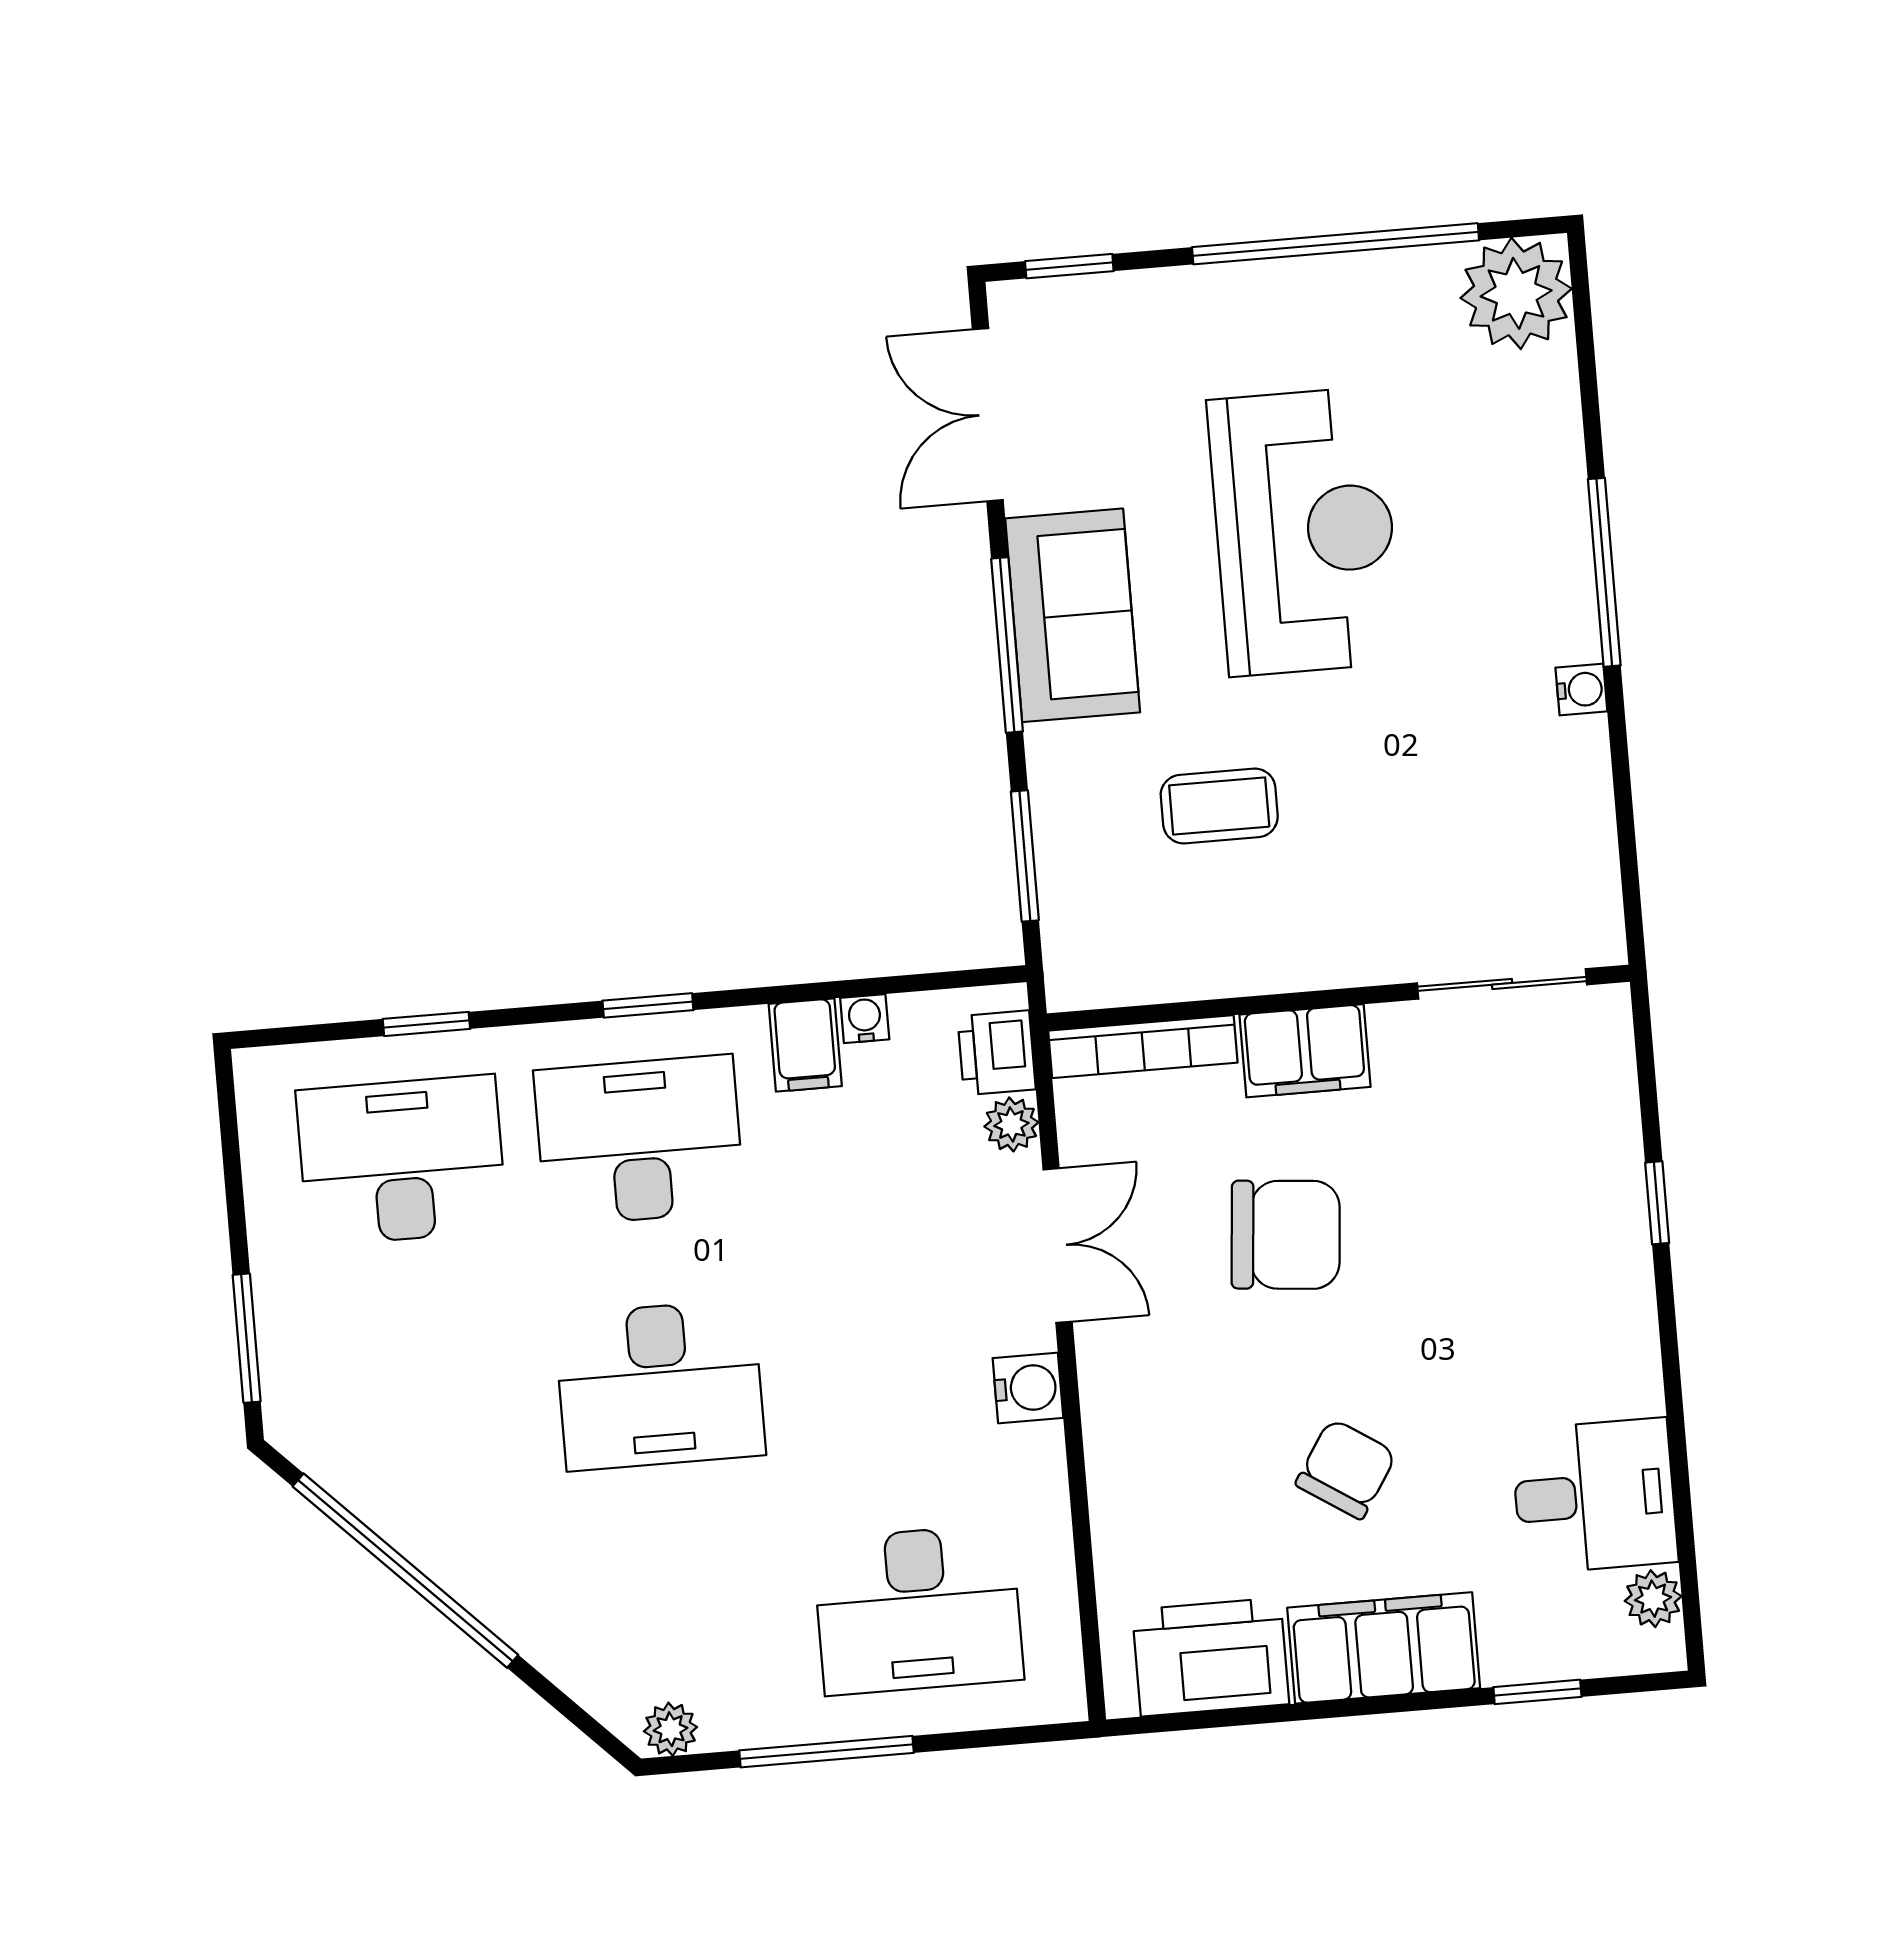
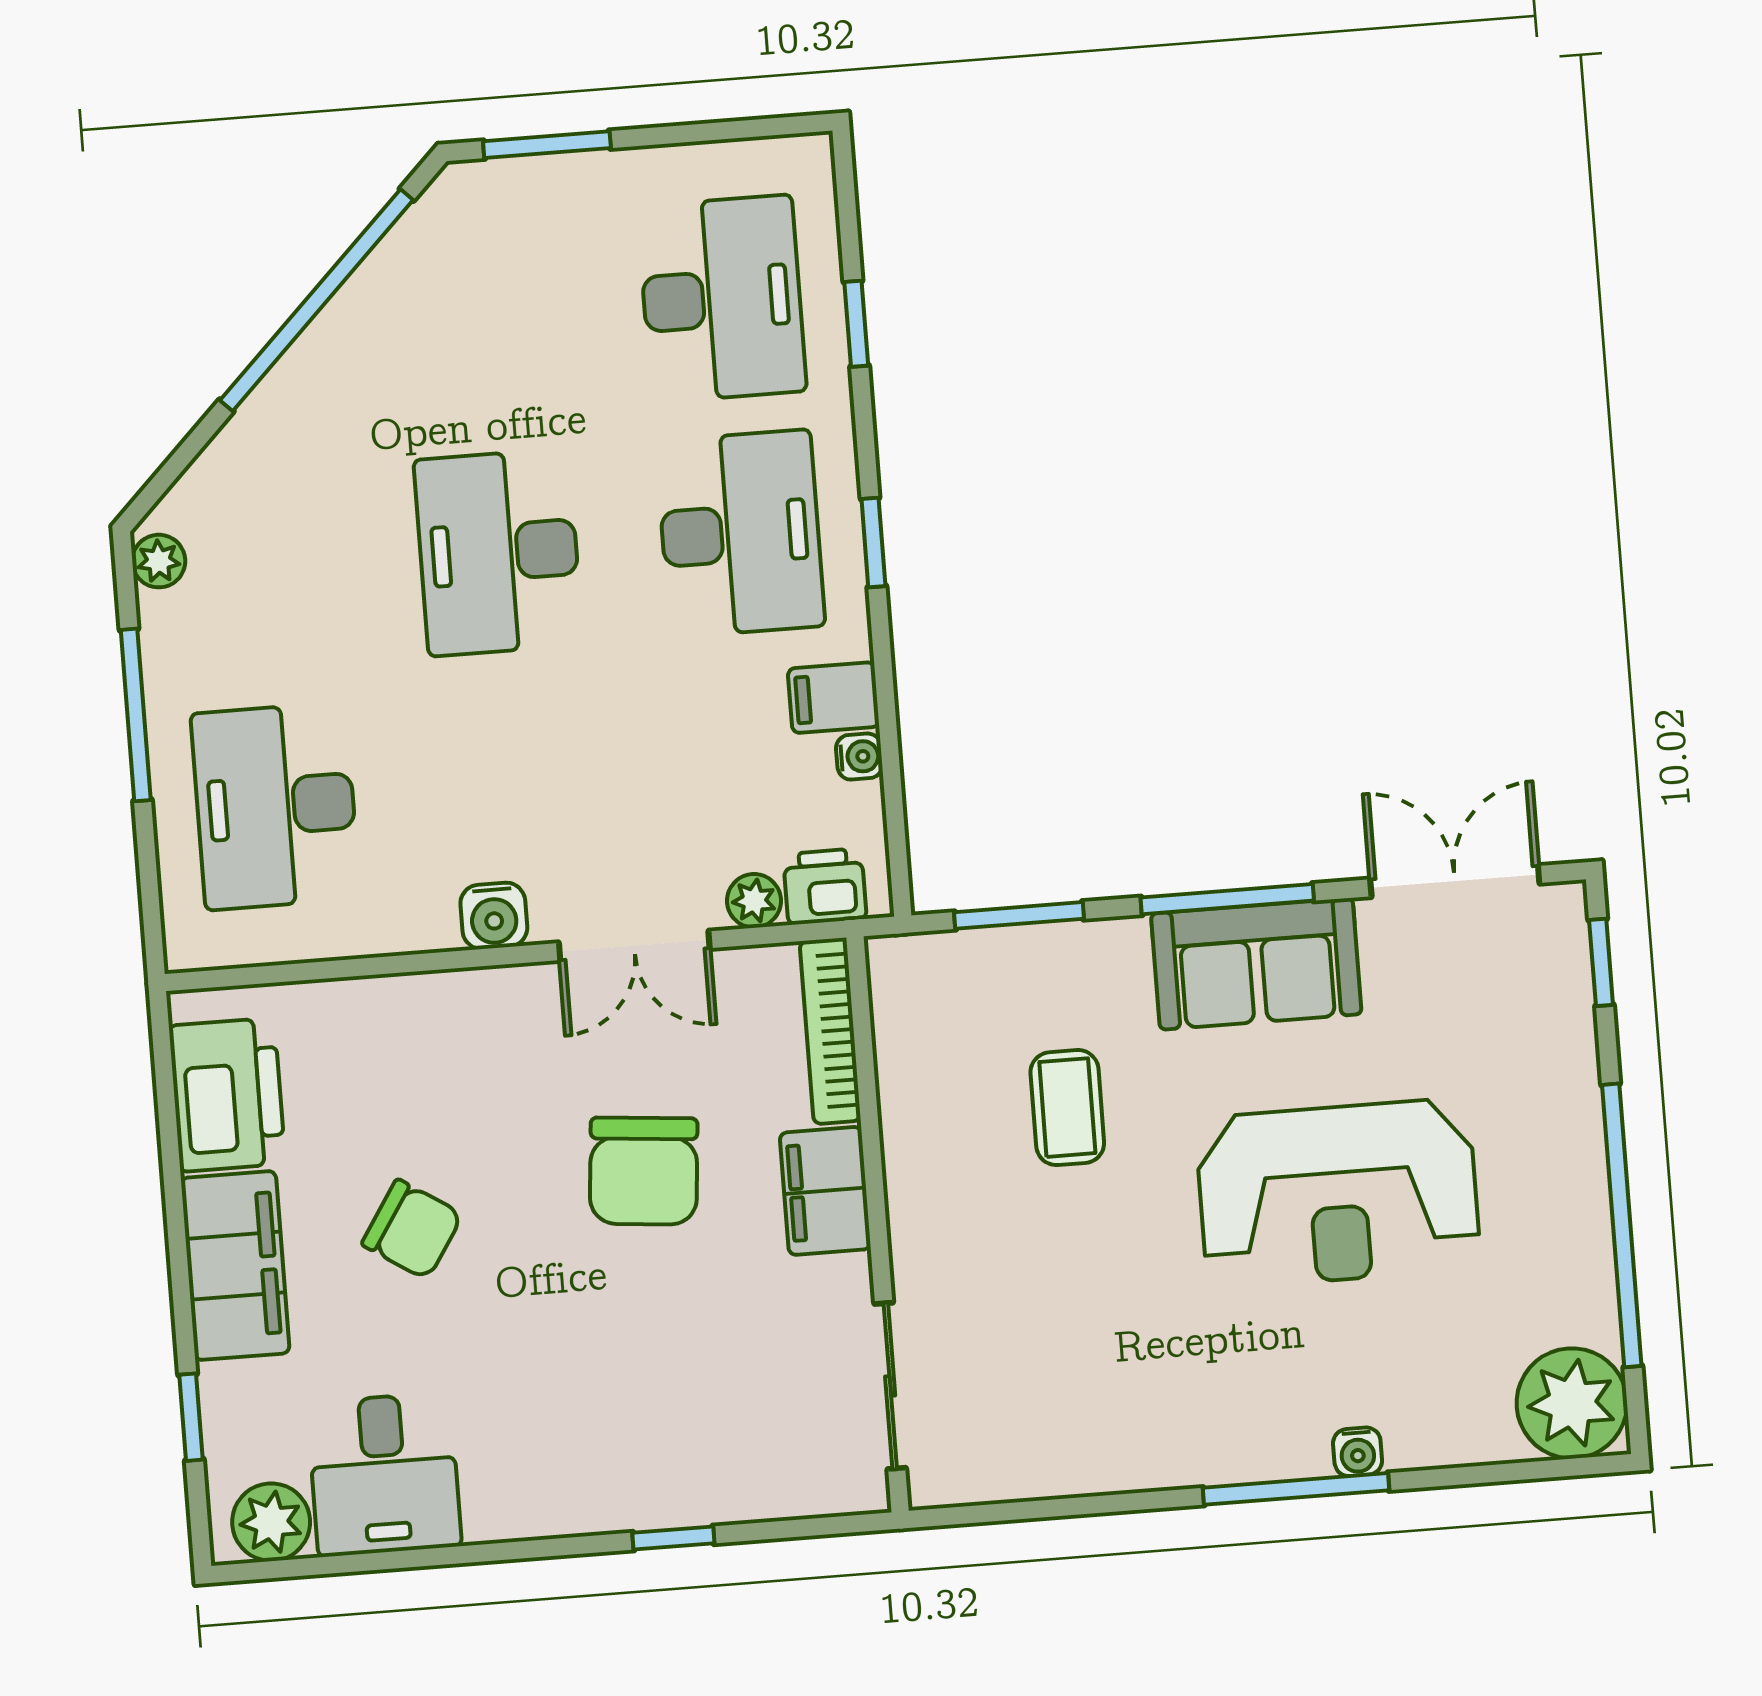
water cooler: (1581, 690) -> (1358, 1452), moved
plant: (1653, 1599) -> (271, 1522), width x1.38, depth x1.38

